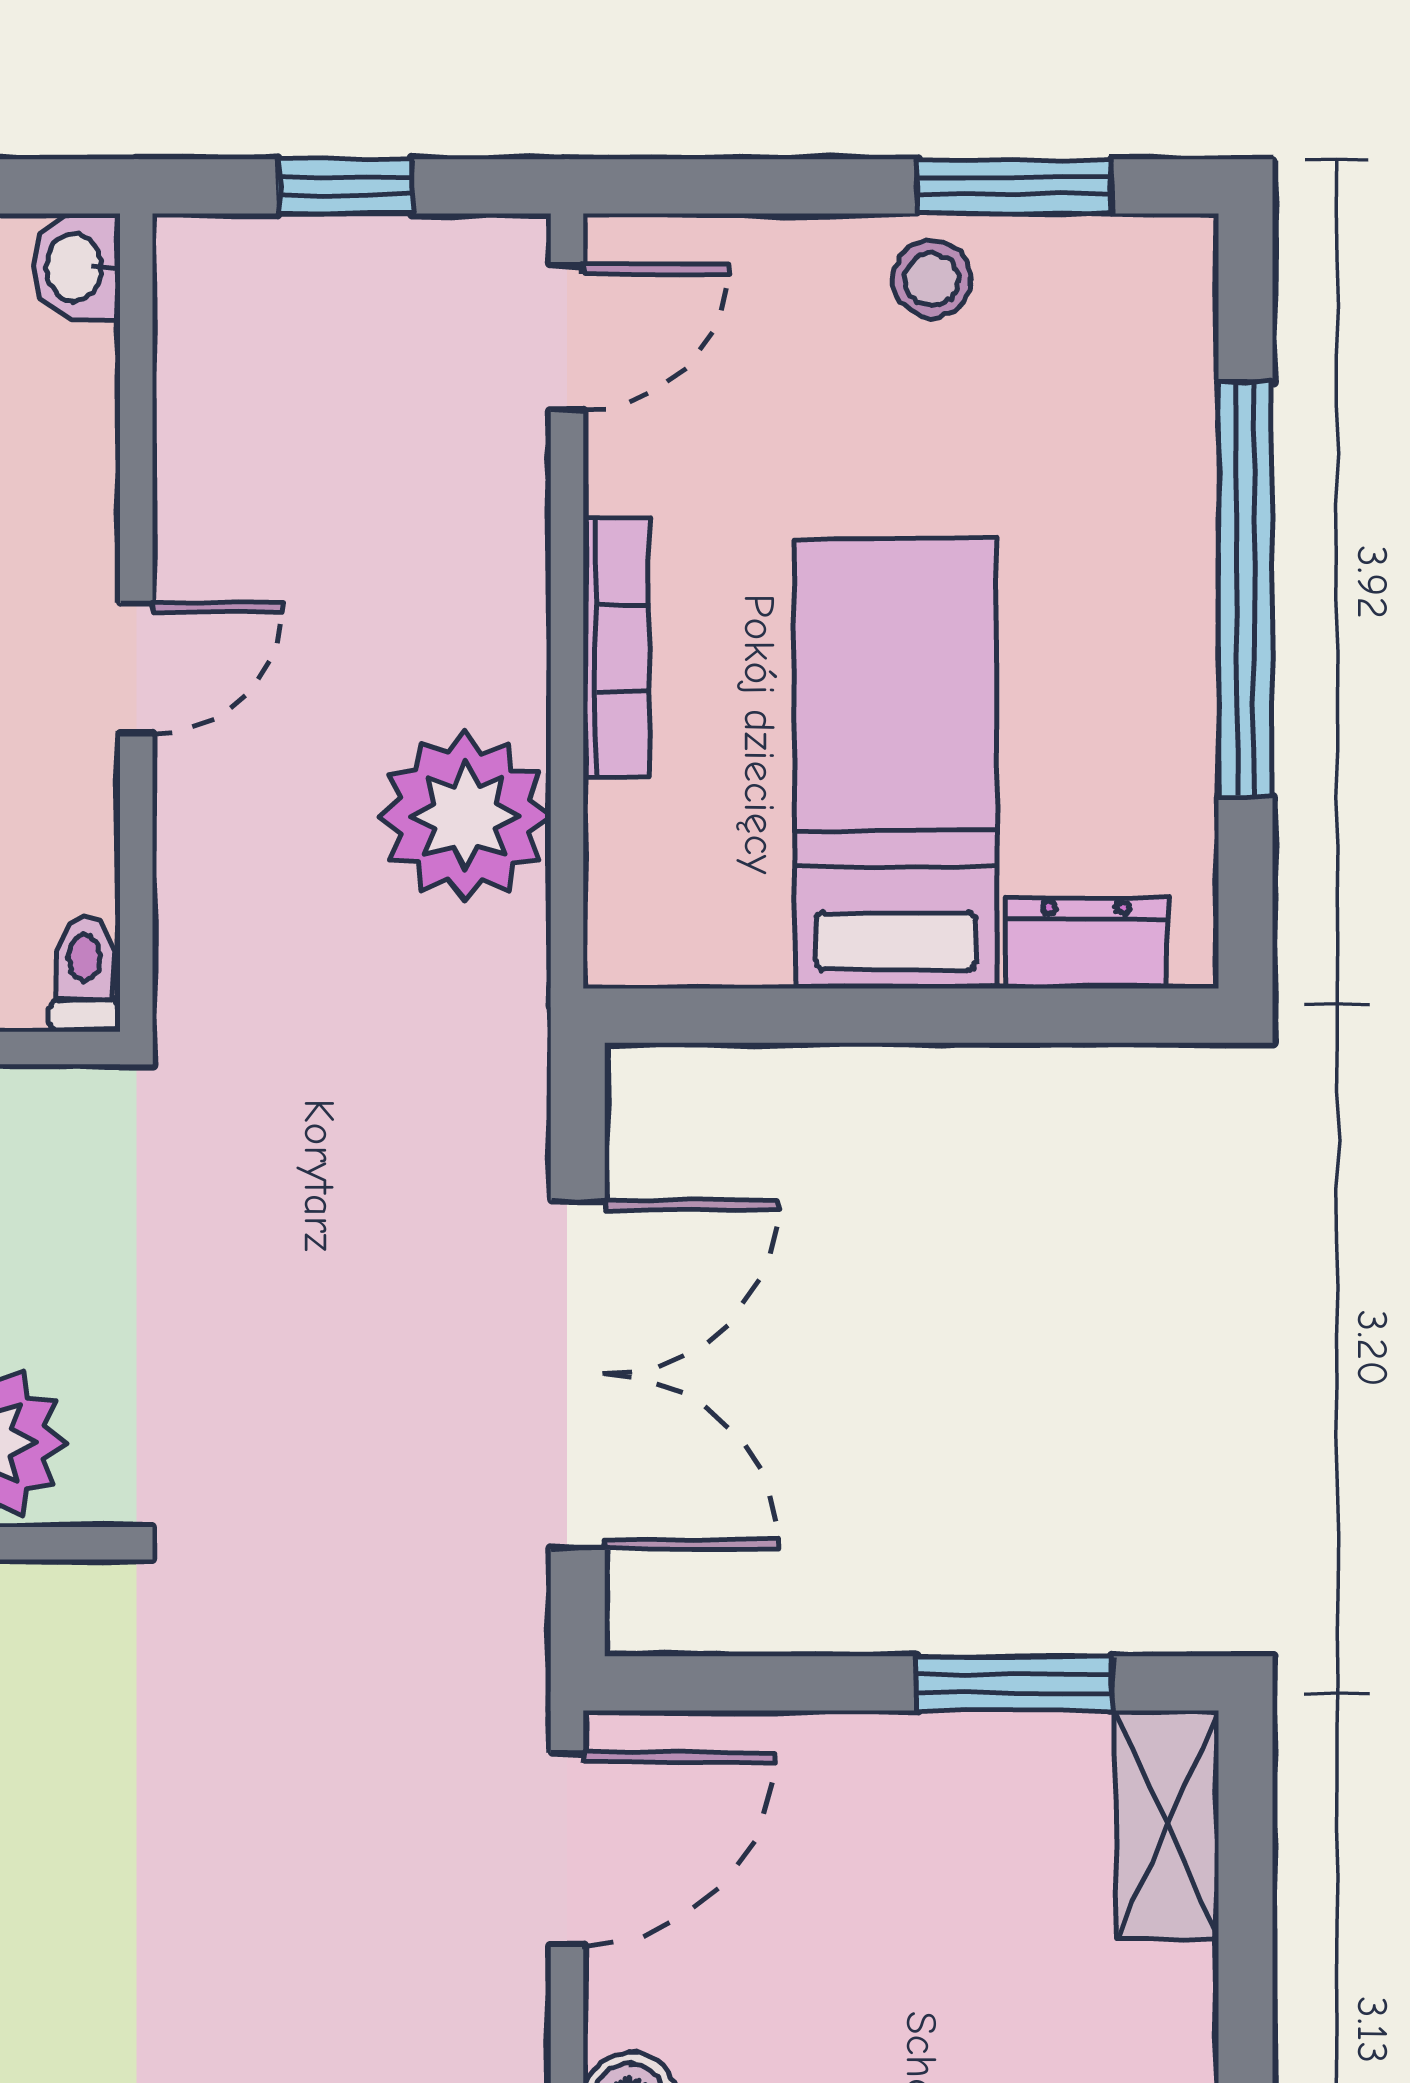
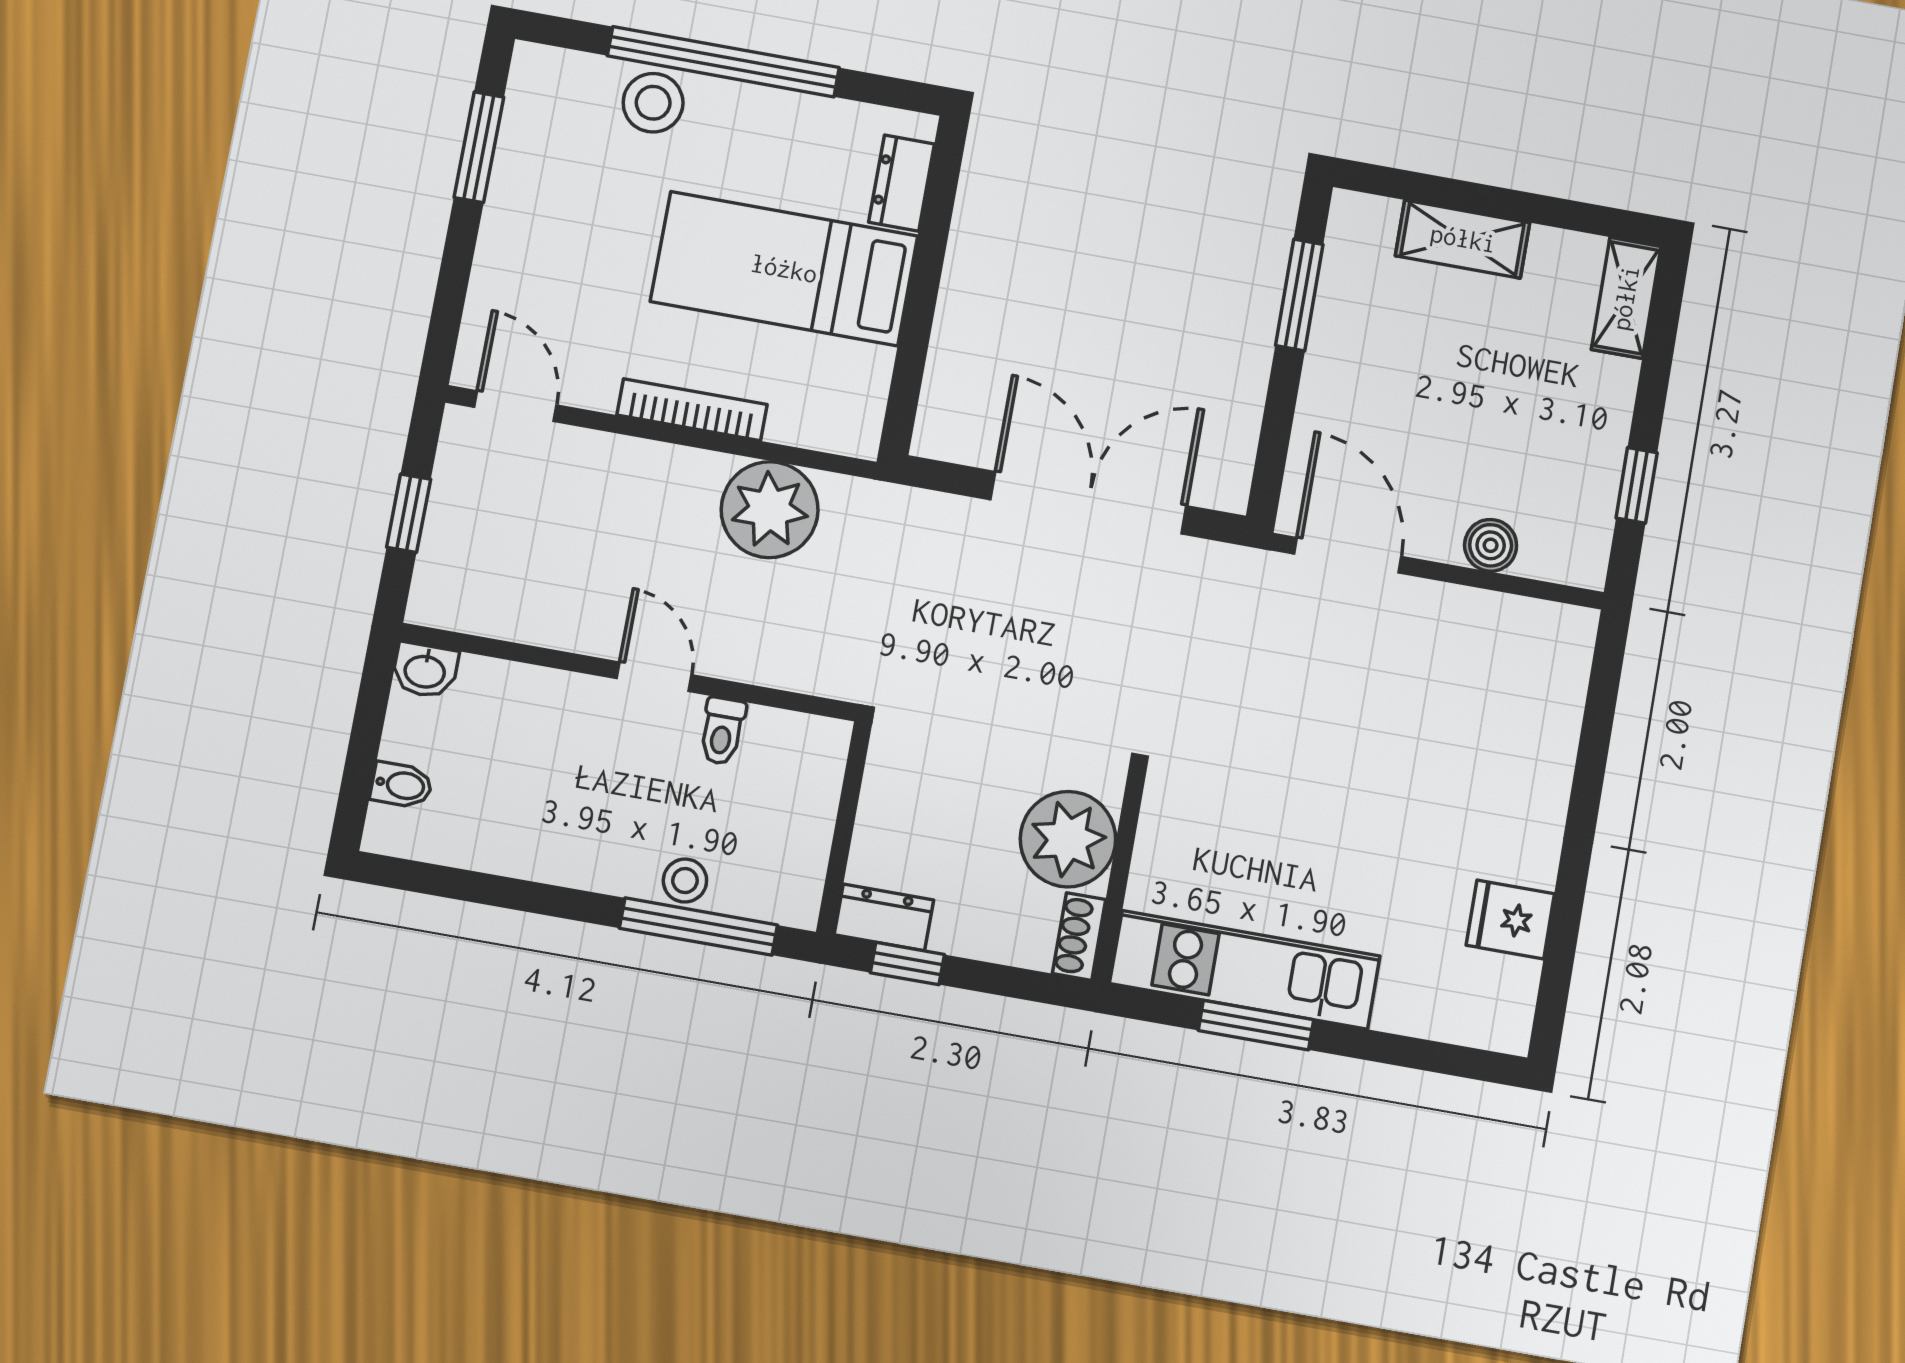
stool: (932, 279) -> (653, 103), moved, width x1.37, depth x1.37
toilet: (85, 974) -> (722, 731), moved, turned -90
shelving: (1167, 1825) -> (1463, 239), moved

